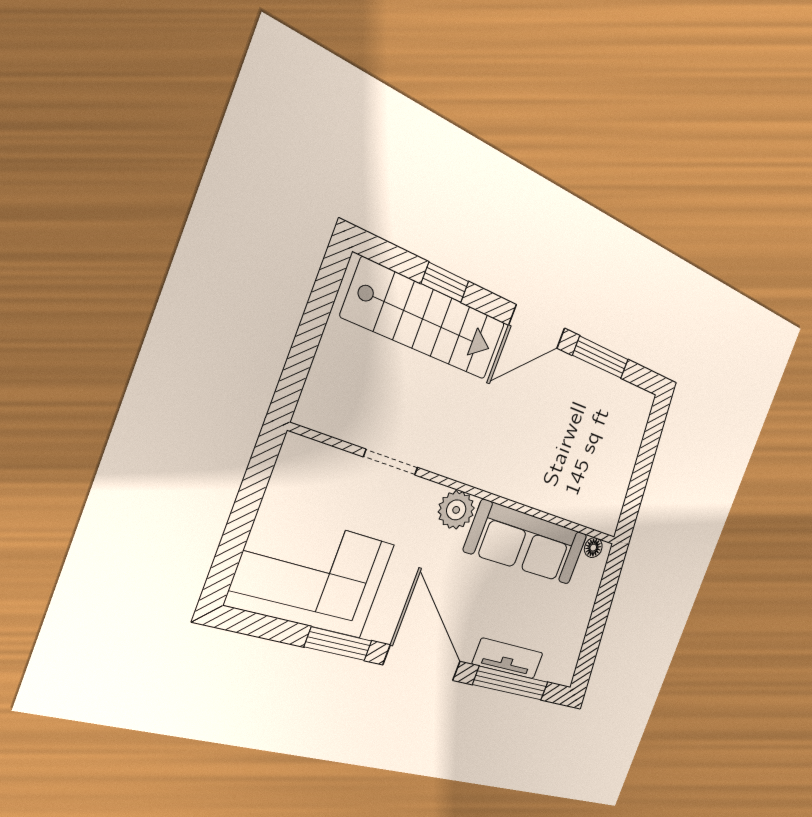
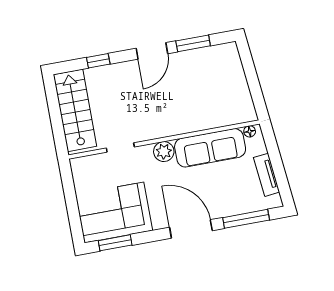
stairs: (425, 320) -> (75, 110), moved, turned -90
window: (338, 644) -> (115, 243), moved
tv unit: (508, 659) -> (267, 175), moved, turned -96

